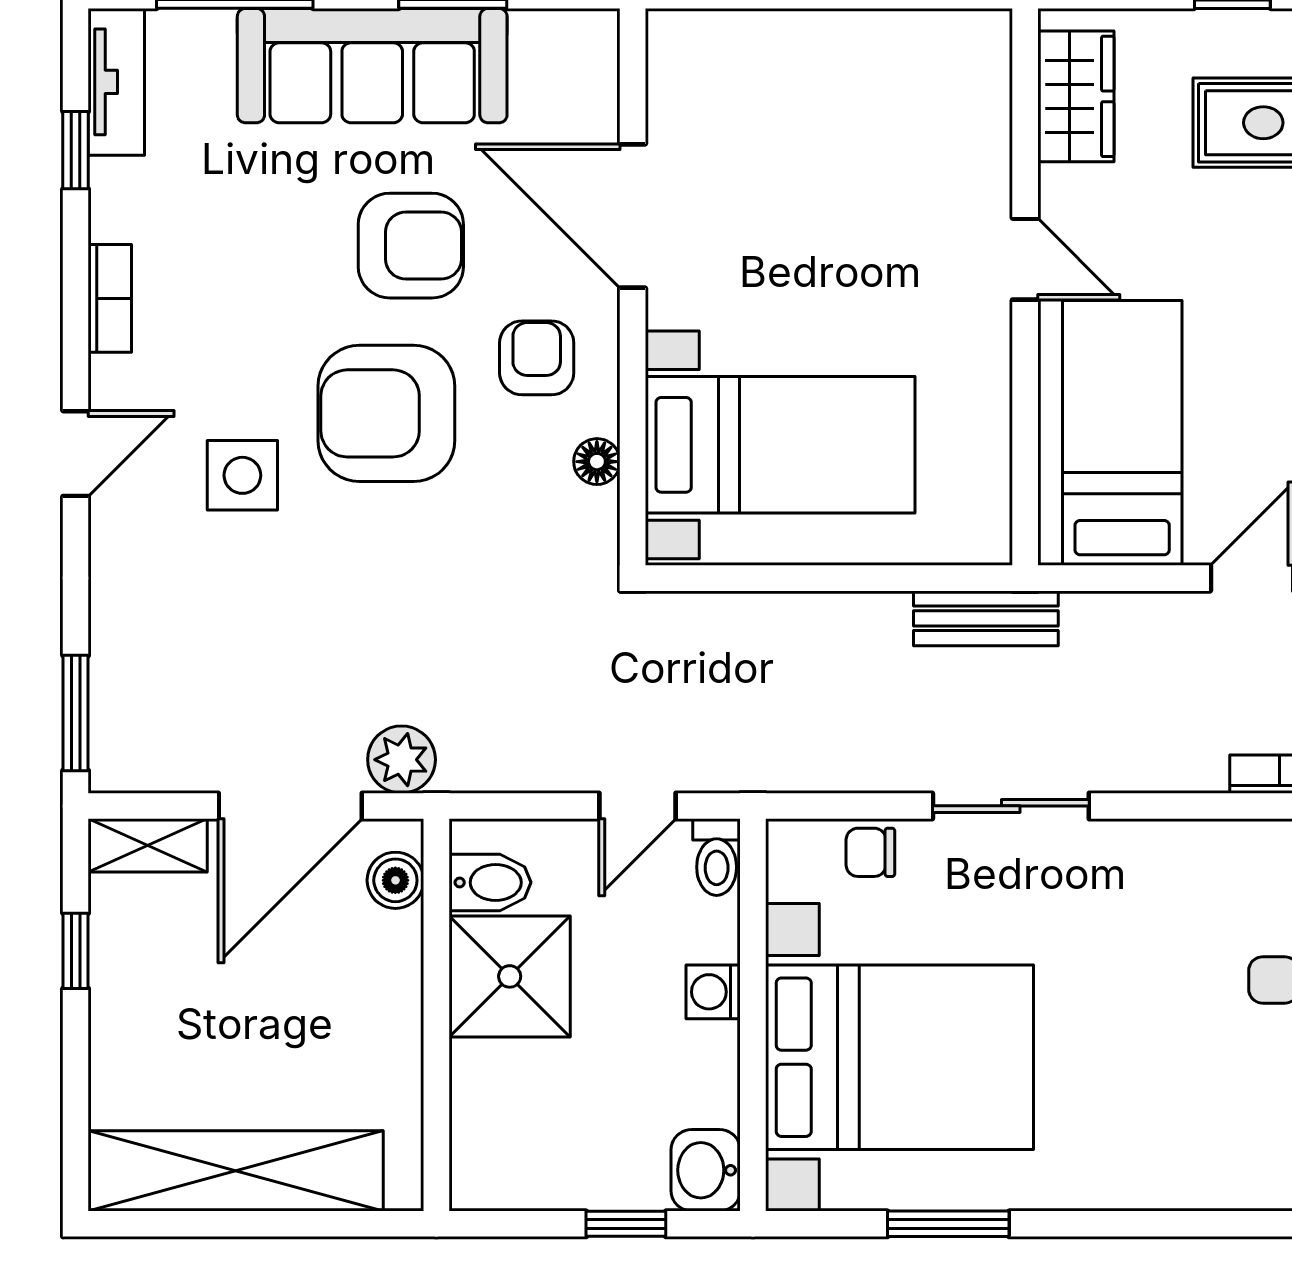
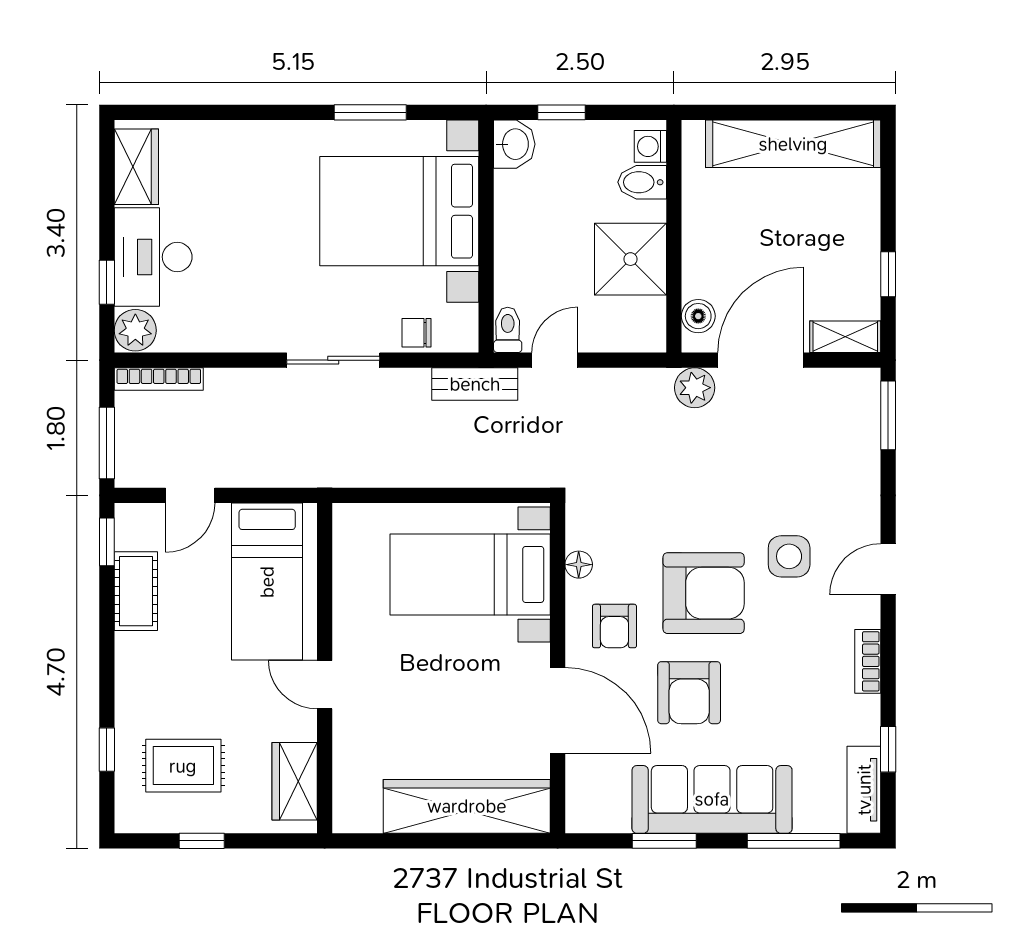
wardrobe: (786, 54) -> (467, 806), added
armchair: (411, 246) -> (689, 693), turned -90
bench: (986, 618) -> (475, 384), moved
chair: (870, 852) -> (416, 333), turned 180
bidet: (490, 882) -> (642, 182), moved
washing machine: (713, 992) -> (650, 146), moved, turned 180

